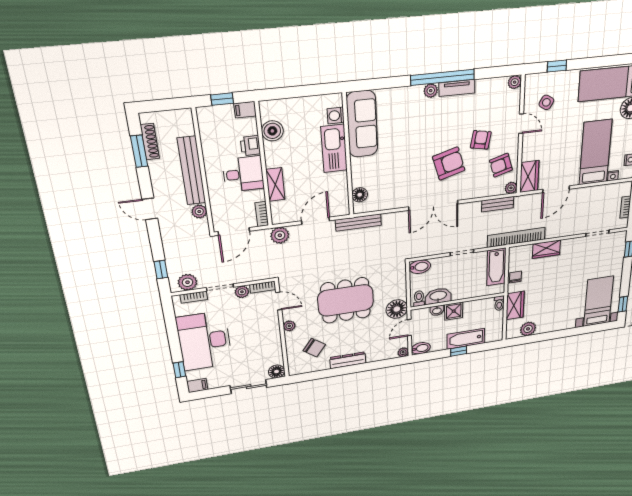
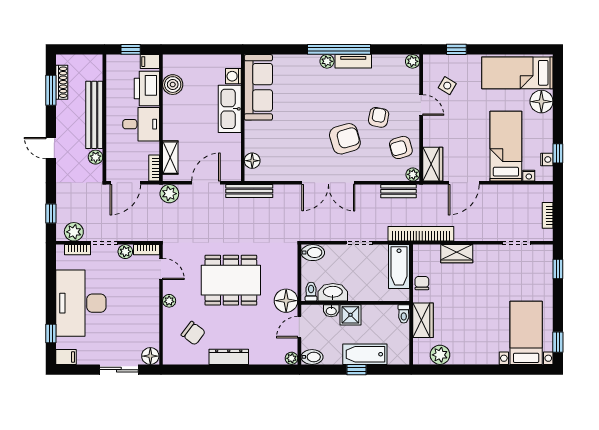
printer: (250, 146) -> (147, 89), width x1.87, depth x1.48
shelving: (275, 184) -> (170, 158), moved

